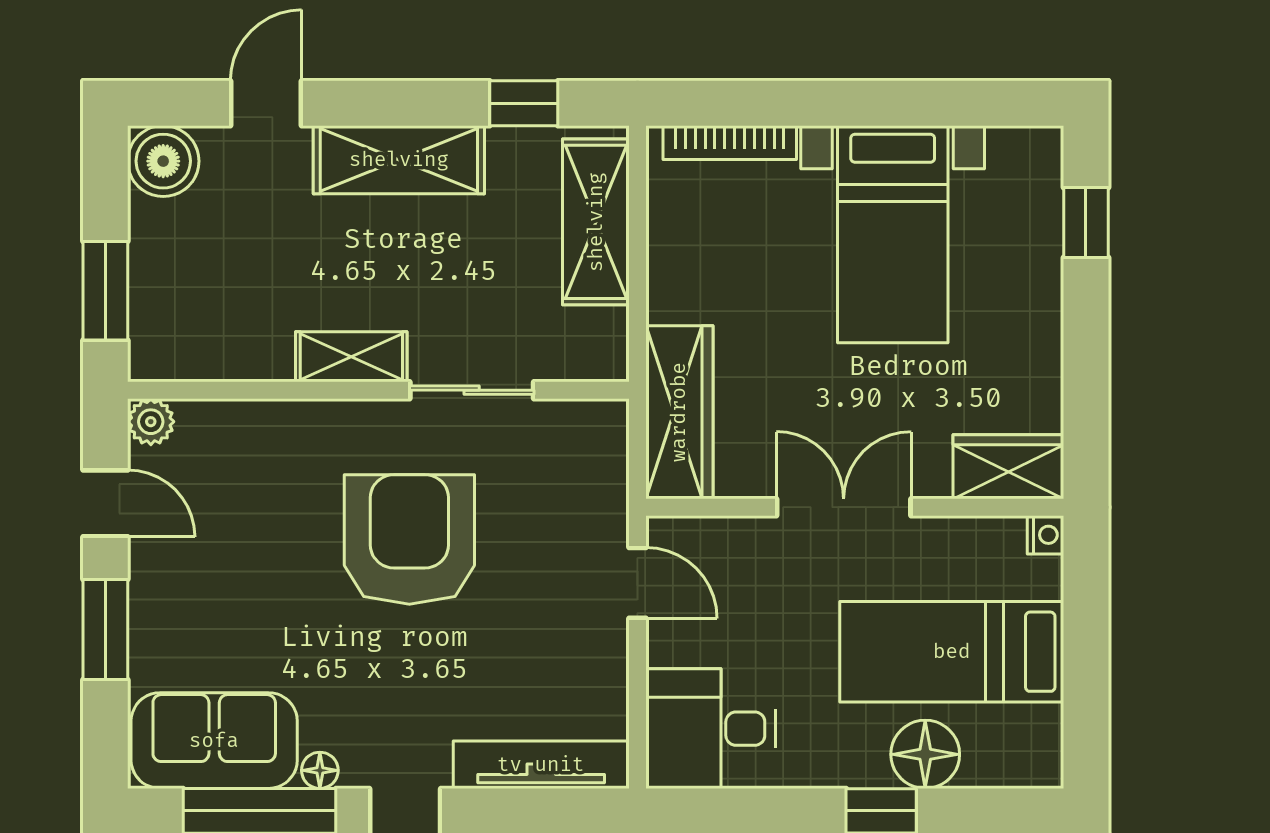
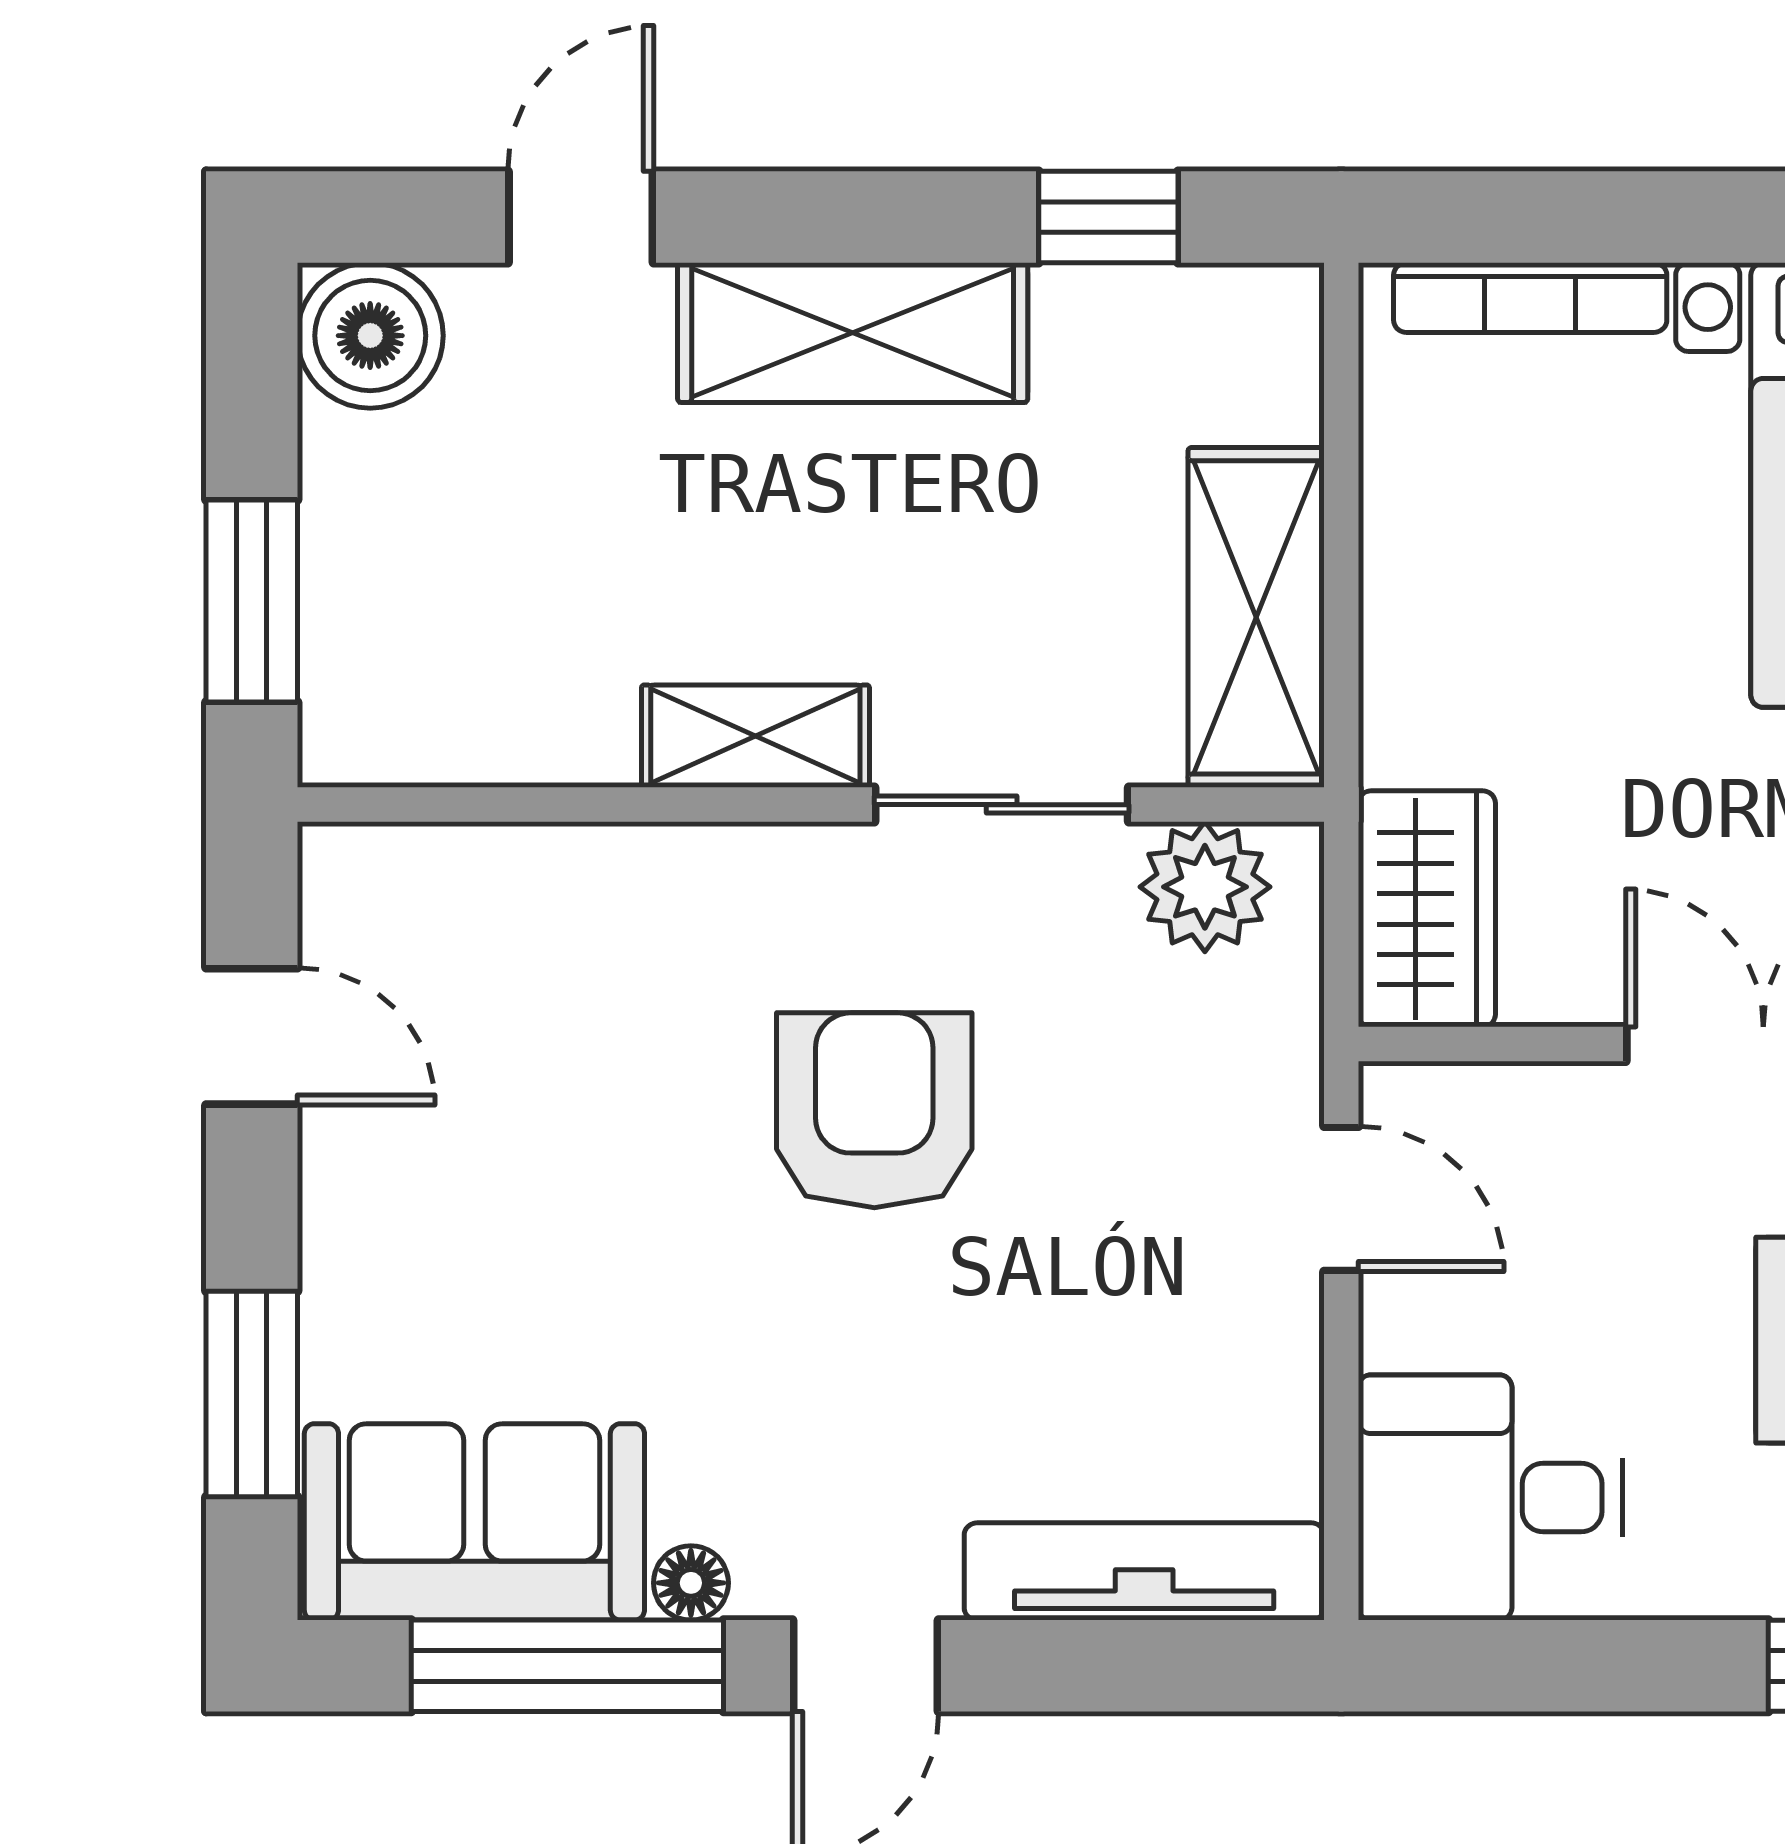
shelving: (596, 222) -> (1256, 617), moved
wardrobe: (679, 412) -> (1427, 909), width x0.67
plant: (151, 422) -> (1205, 887), moved, width x1.38, depth x1.38
armchair: (409, 540) -> (874, 1110), width x0.73, depth x0.73
window: (105, 630) -> (252, 1394), moved

